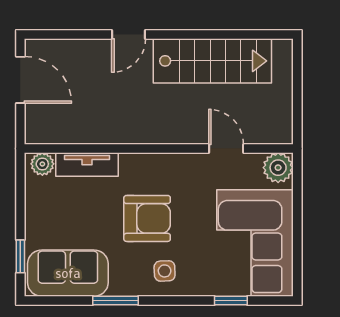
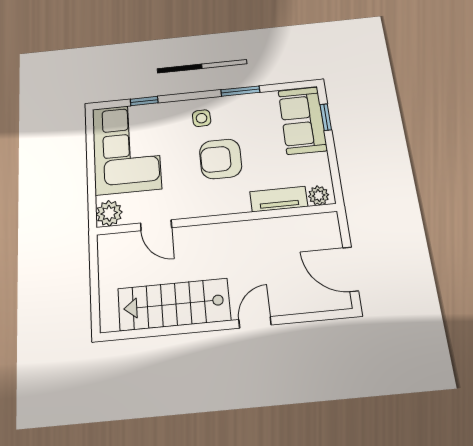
sofa: (68, 273) -> (302, 120), moved, turned 90

